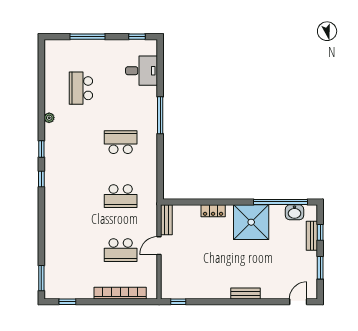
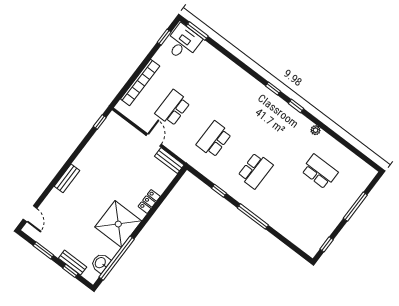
desk: (142, 71) -> (183, 42), moved, turned 180
window: (160, 160) -> (219, 191), added

